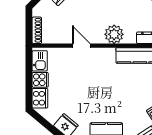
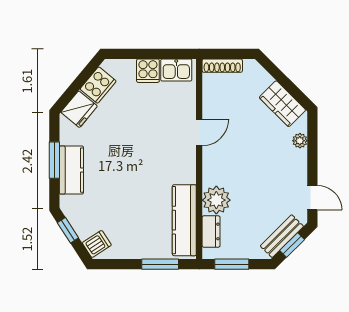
plant: (114, 34) -> (216, 200), moved
cooker: (40, 98) -> (98, 85), moved, turned -50

